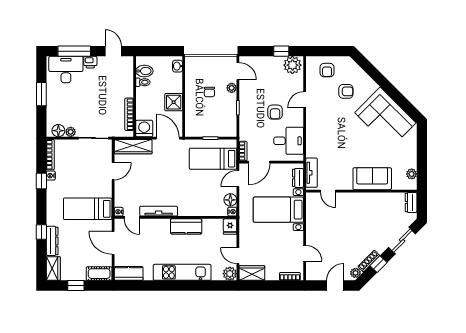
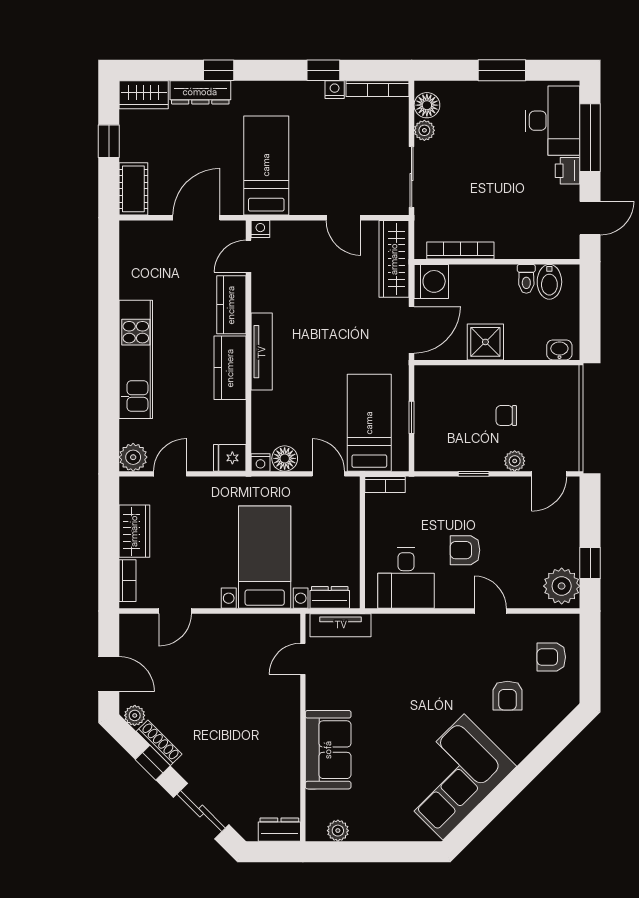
door: (259, 162) -> (362, 518), removed
tv unit: (159, 211) -> (262, 352), moved
kitchen counter: (129, 273) -> (231, 305), moved, turned 180
wardrobe: (252, 273) -> (134, 531), moved

